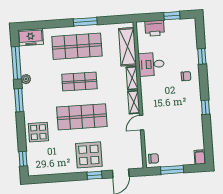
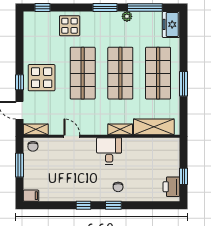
printer: (155, 28) -> (171, 187), moved
window: (202, 56) -> (113, 205), moved
desk: (151, 64) -> (109, 151), moved
shop shelf: (79, 82) -> (120, 73), width x1.43, depth x1.36
shelving: (134, 102) -> (36, 129), moved

